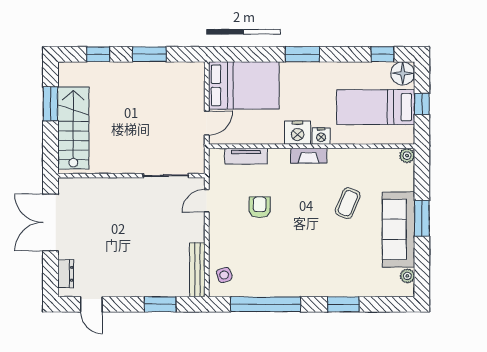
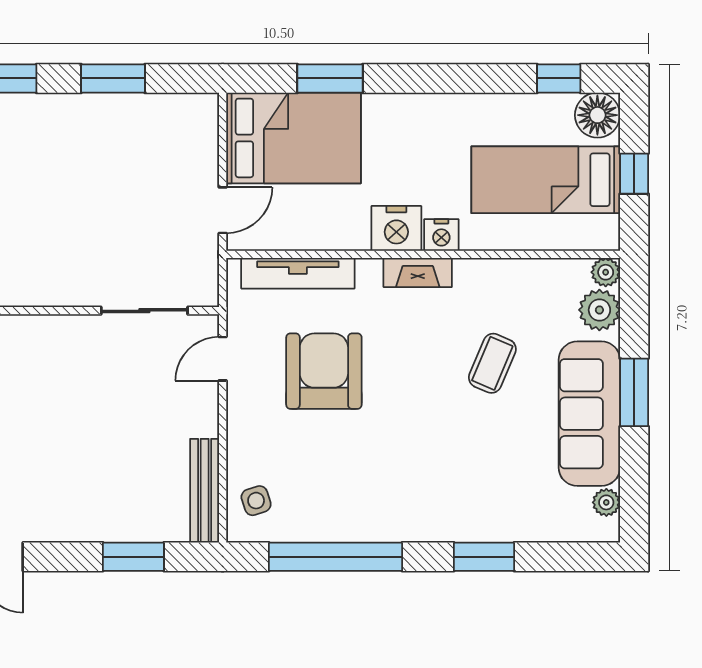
window: (302, 54) -> (330, 78), moved
tv unit: (246, 156) -> (298, 273), width x1.41
plant: (404, 175) -> (599, 310), added
armchair: (260, 207) -> (324, 371), width x1.88, depth x1.88

